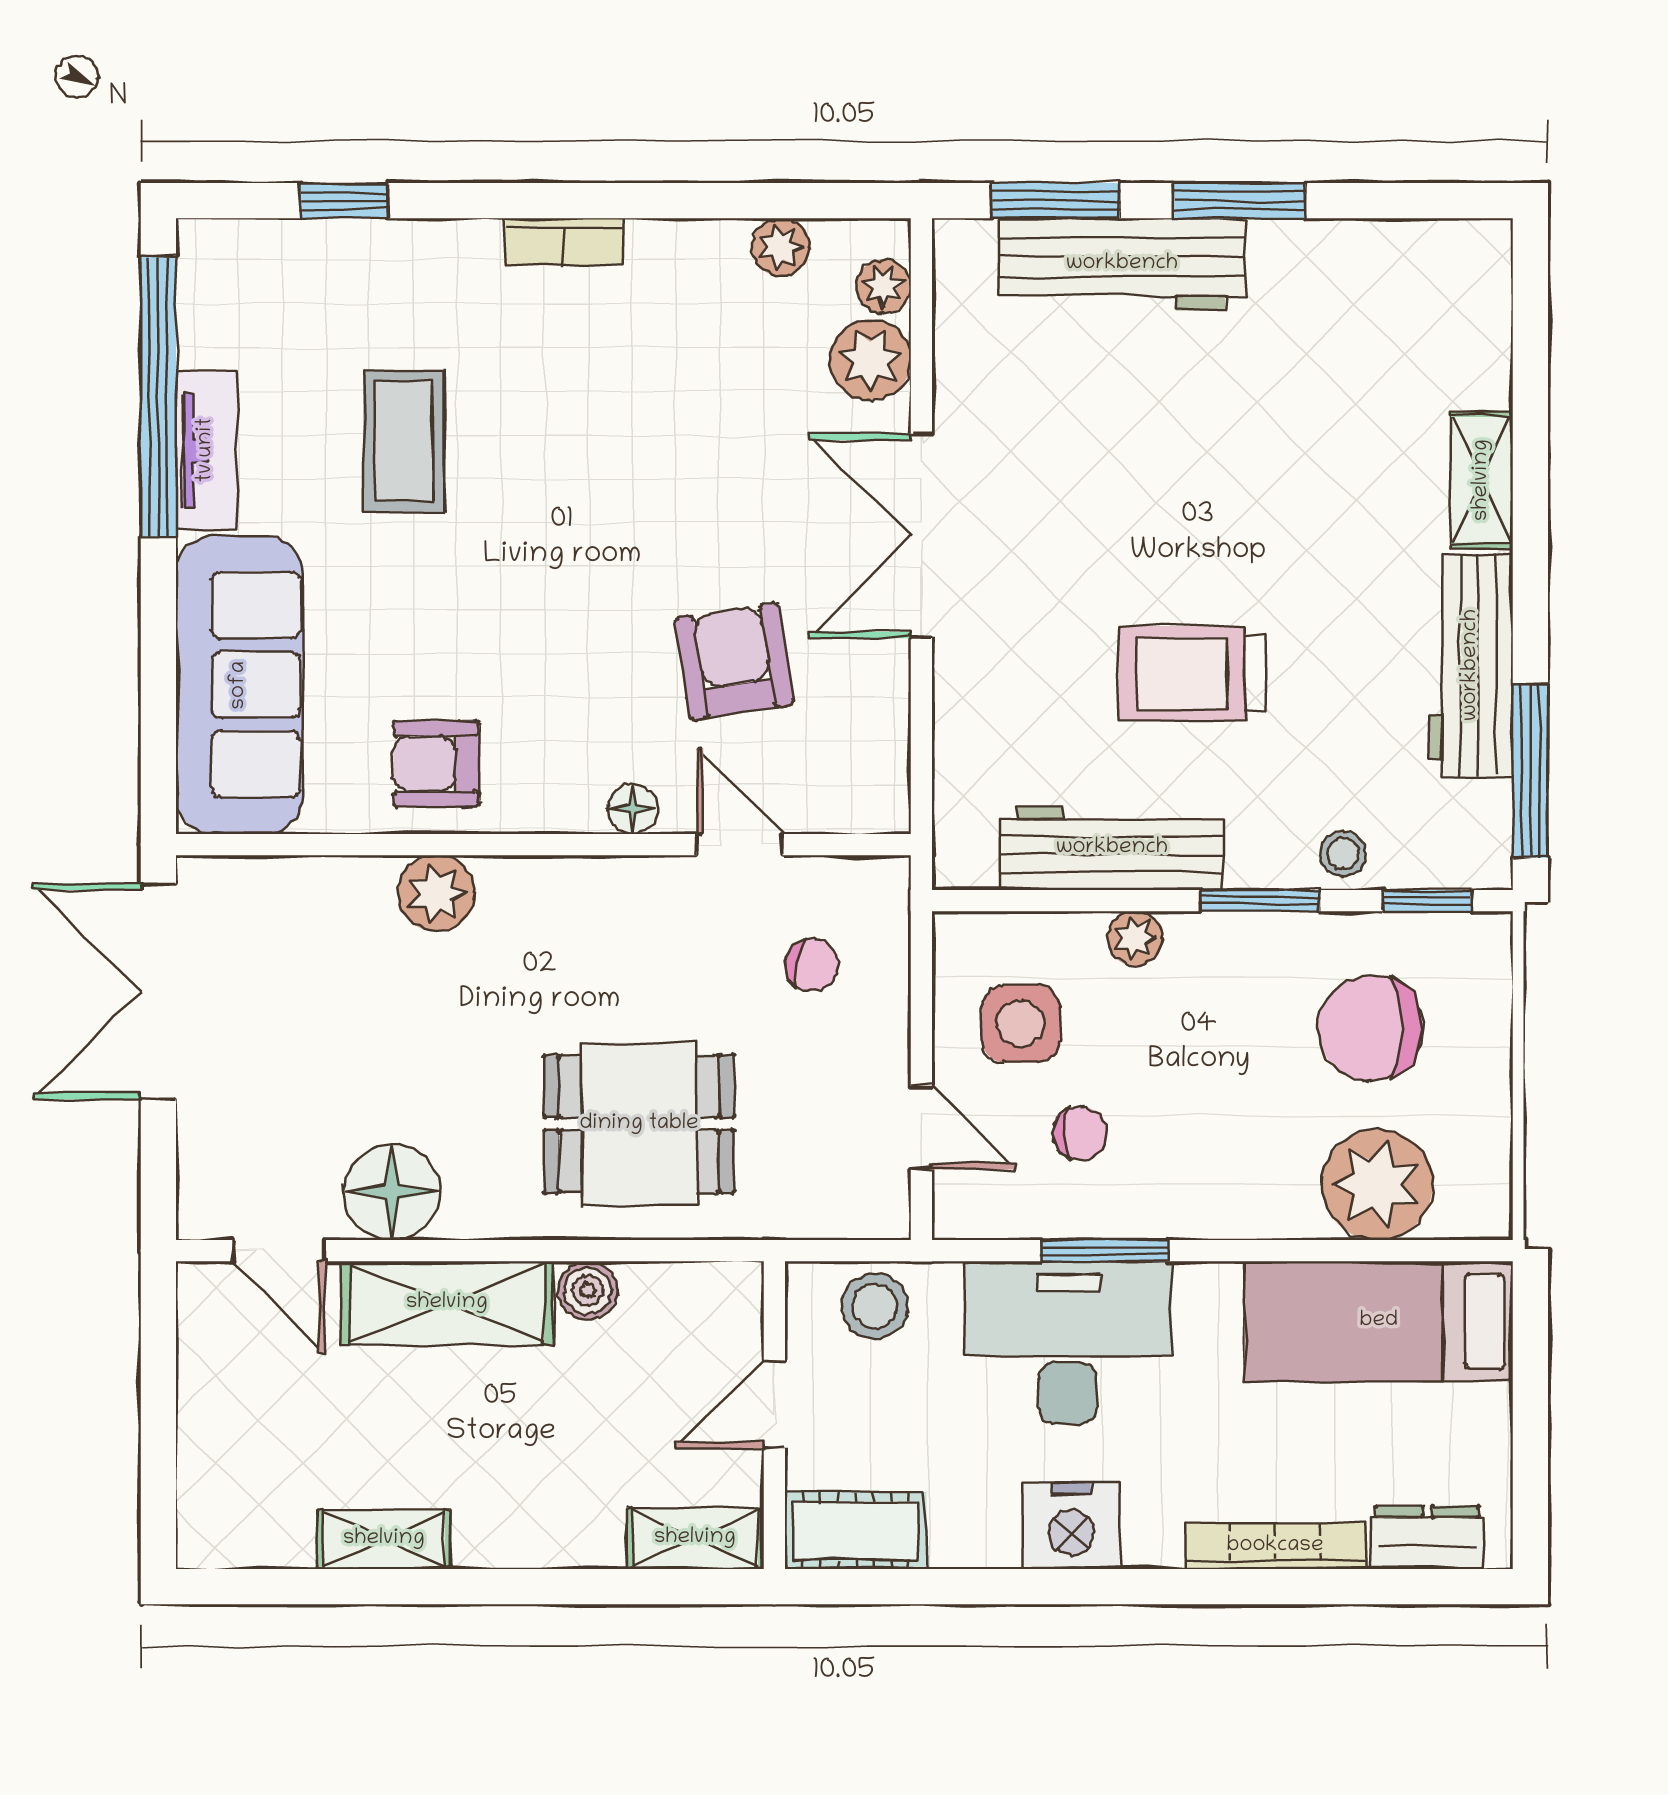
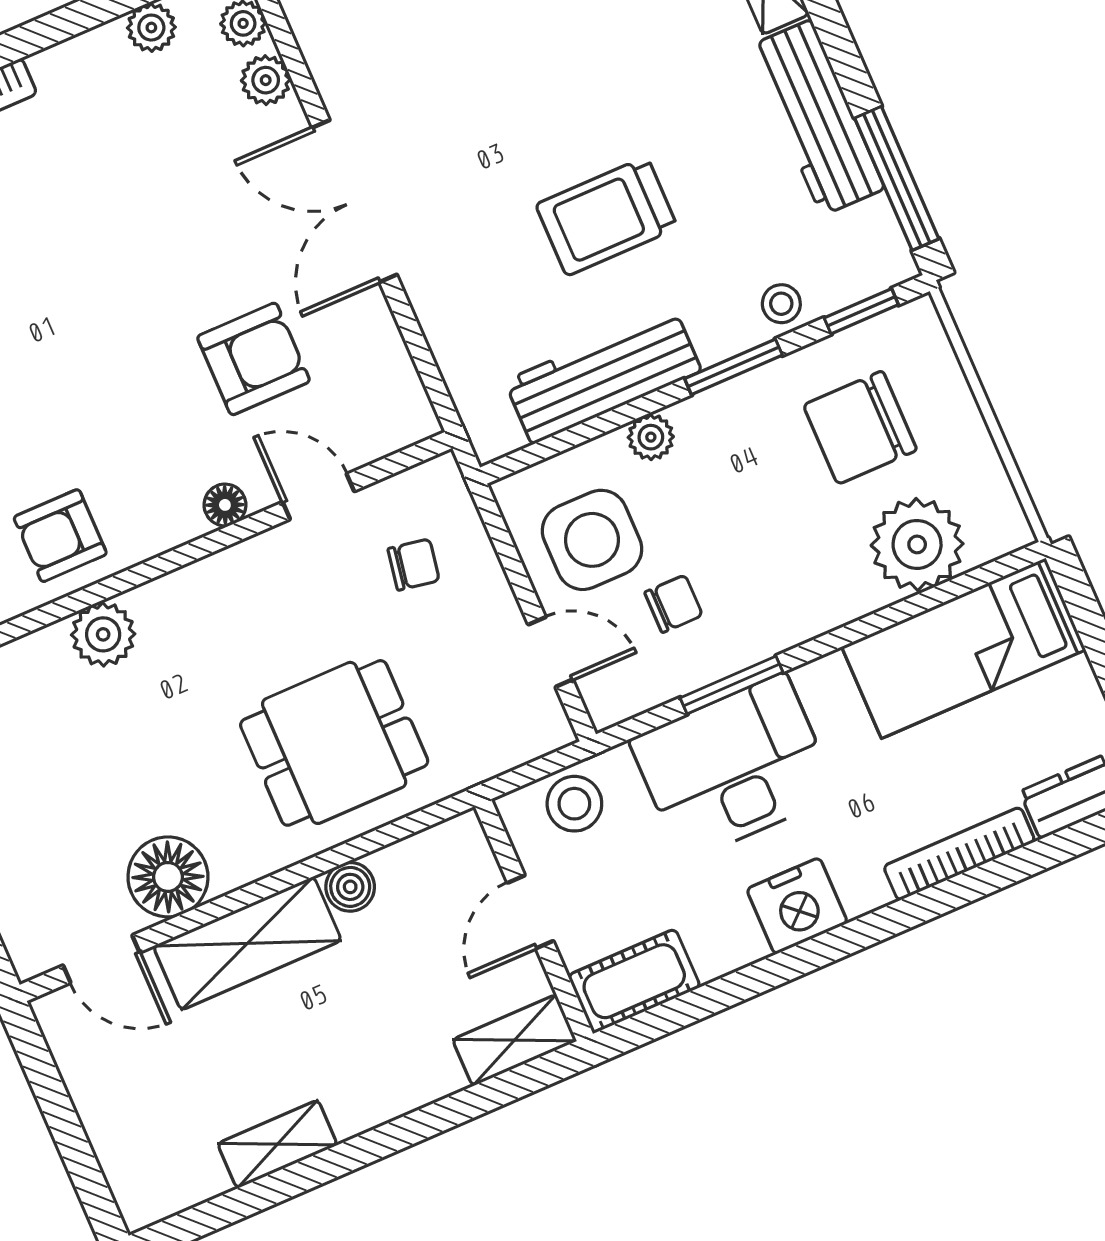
plant: (870, 360) -> (266, 80), width x0.73, depth x0.73
armchair: (734, 662) -> (254, 359), turned 99
side table: (1021, 1024) -> (592, 540), width x1.37, depth x1.37

